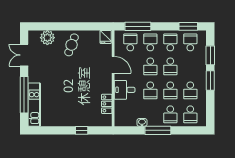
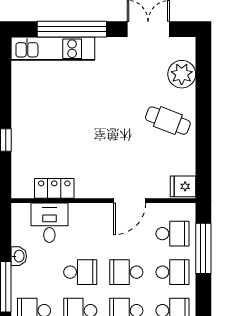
desk: (125, 90) -> (49, 223), moved
school desk: (150, 90) -> (80, 272), turned 180

